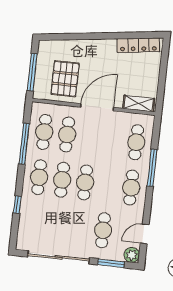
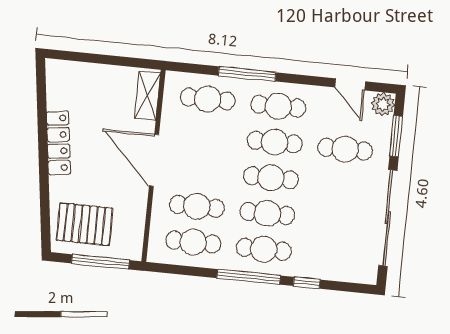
locker: (138, 45) -> (58, 143), moved
pallet: (65, 79) -> (85, 224), moved
window: (24, 144) -> (249, 277), moved
cafe table: (108, 185) -> (275, 142), added

